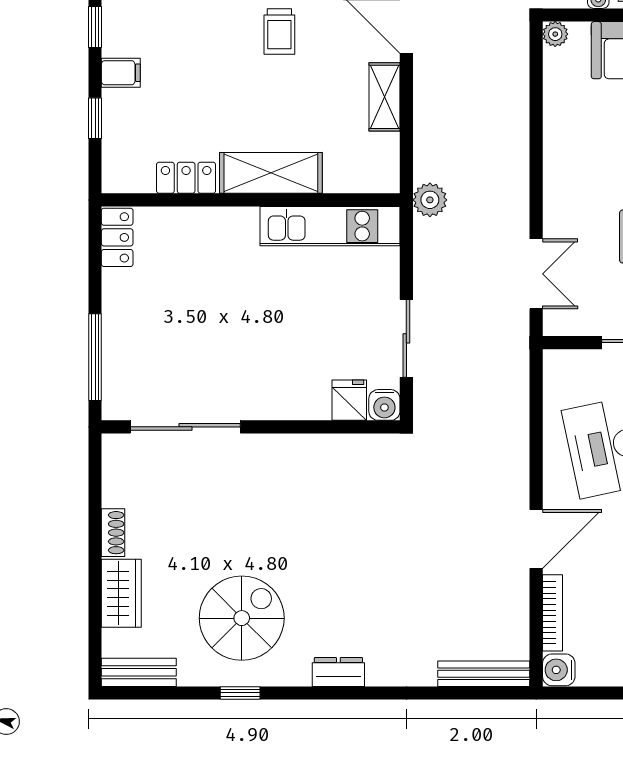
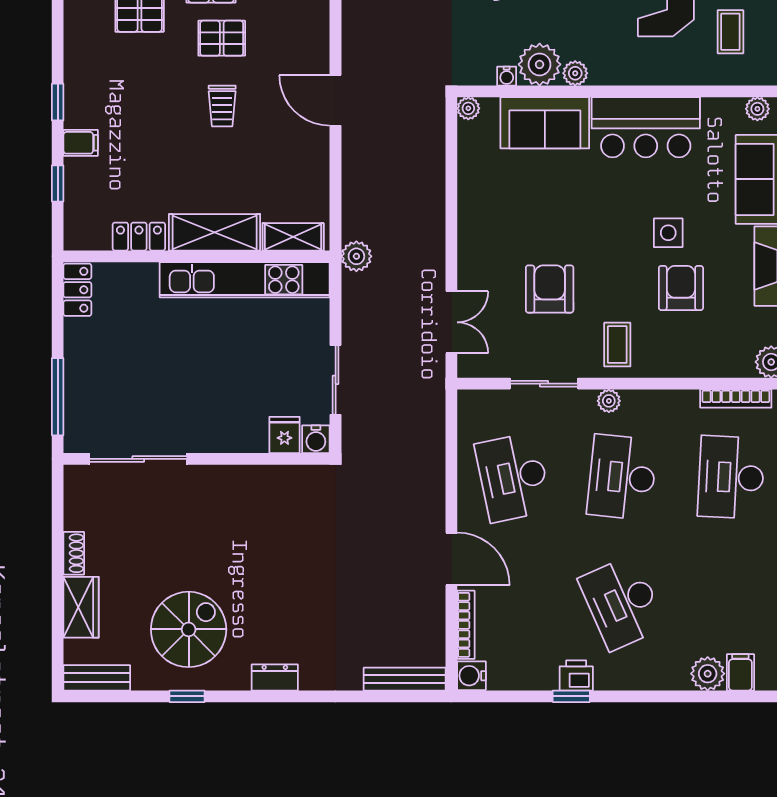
shelving: (385, 97) -> (293, 237), moved, turned 90
kitchen unit: (330, 226) -> (245, 280), width x1.36
door: (536, 539) -> (451, 559), hinge flipped

